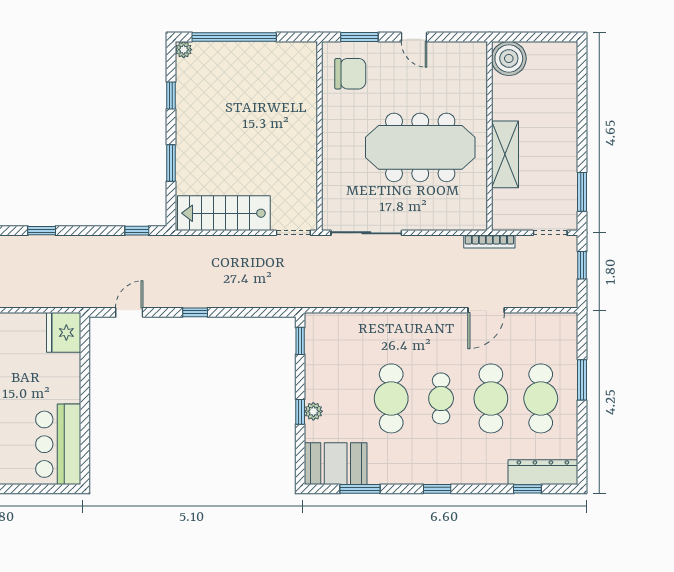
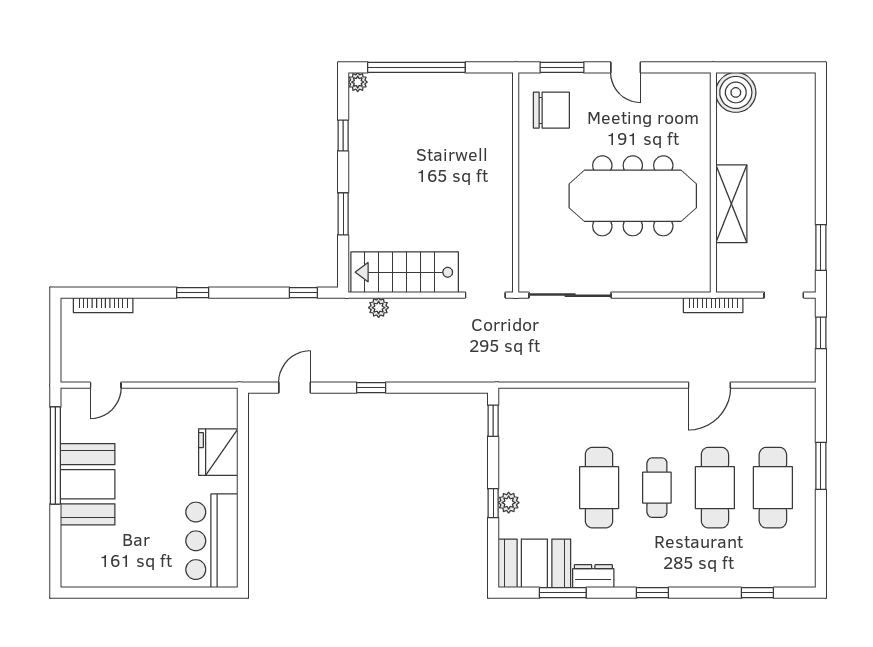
plant: (201, 244) -> (379, 308), added
fridge: (64, 332) -> (218, 452), moved
dresser: (543, 472) -> (593, 576), moved, width x0.51, depth x0.80

